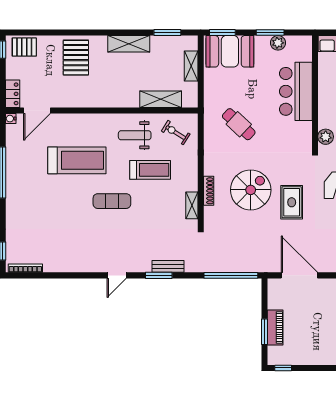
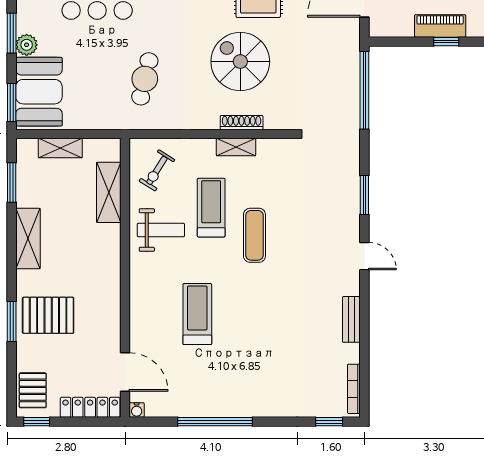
window: (72, 33) -> (12, 321), added
plant: (278, 43) -> (27, 45), moved
locker: (13, 94) -> (90, 407), width x1.53
cafe table: (239, 124) -> (145, 79), turned -30
weight bench: (135, 135) -> (161, 230), turned -90
treadmill: (77, 160) -> (197, 314), width x0.73, depth x0.73
exercise mat: (112, 201) -> (254, 235), moved
shelving: (192, 205) -> (236, 147), moved
bench: (168, 266) -> (351, 319), moved
window: (264, 332) -> (446, 42), width x0.67

